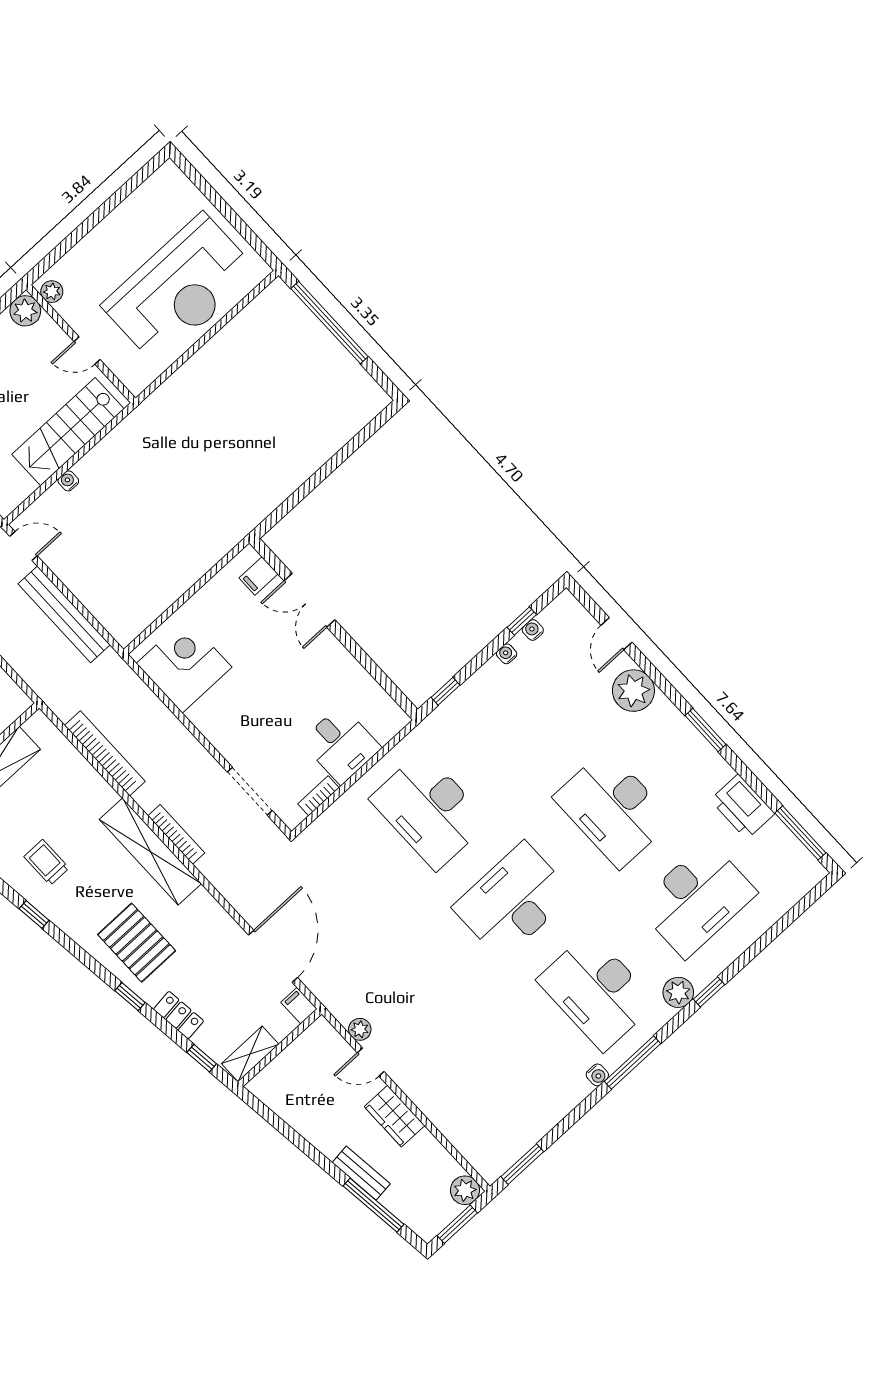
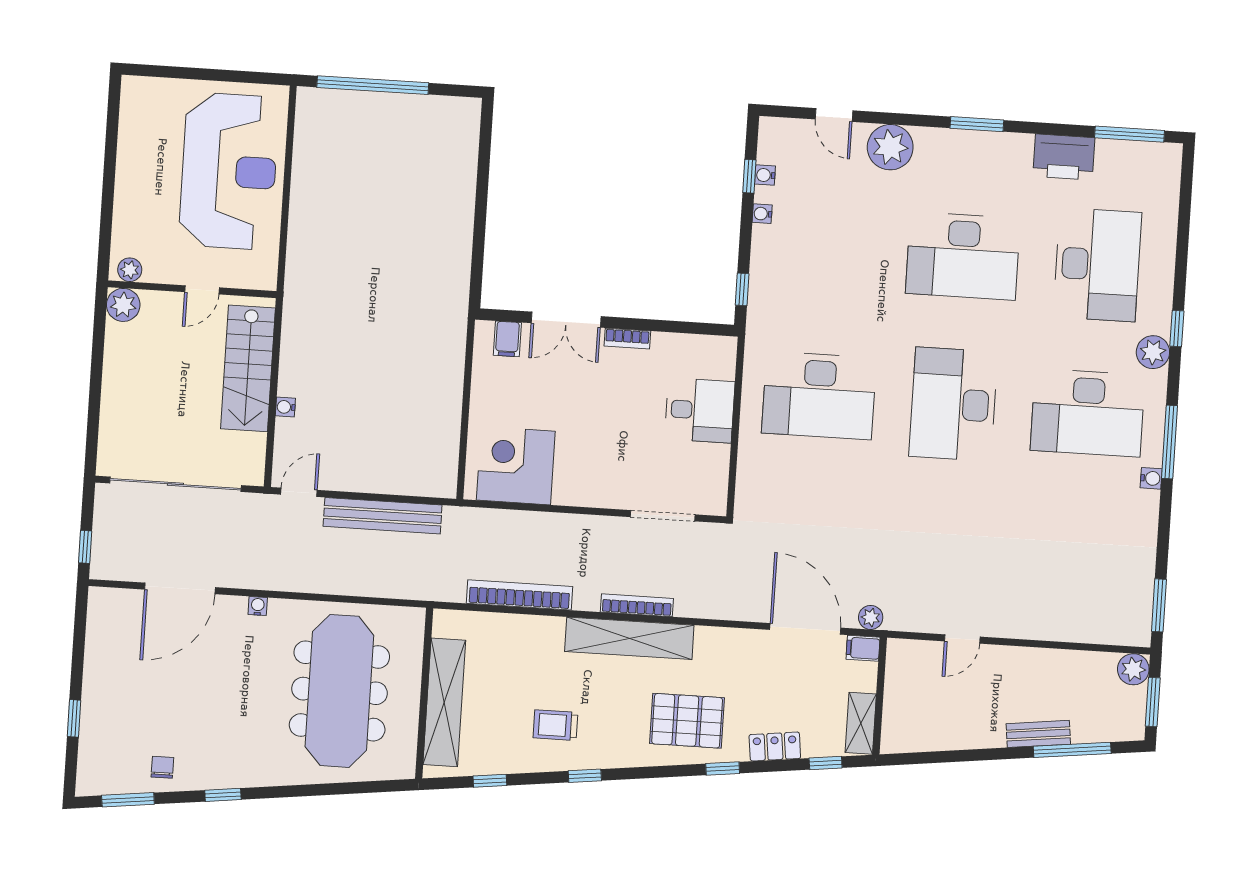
bookcase: (318, 796) -> (627, 339), moved, turned -90
plant: (360, 1029) -> (871, 617), moved
wardrobe: (394, 1116) -> (1022, 664), removed

